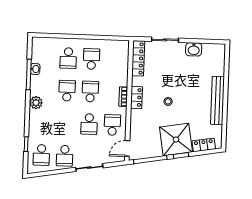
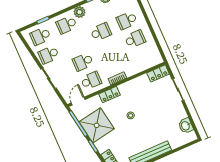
washbasin: (194, 49) -> (186, 126), moved
locker: (138, 58) -> (158, 73), width x0.66
school desk: (90, 92) -> (67, 25), moved, turned 180
locker: (136, 97) -> (109, 94), moved
shower: (176, 139) -> (97, 125), moved
door: (127, 148) -> (78, 101), hinge flipped

